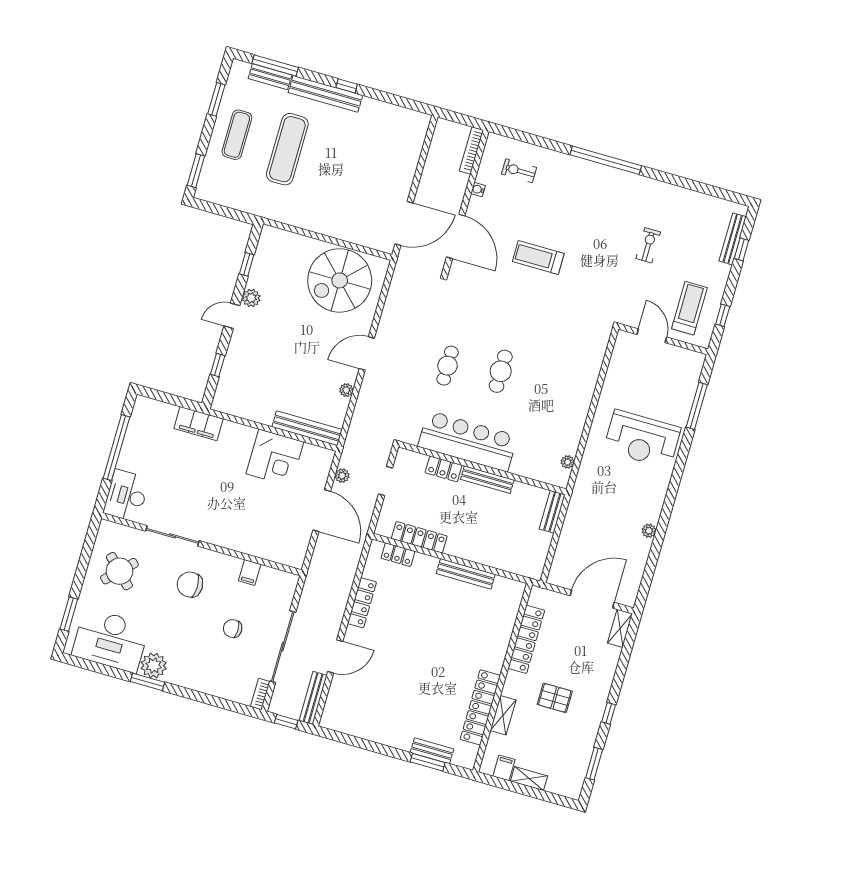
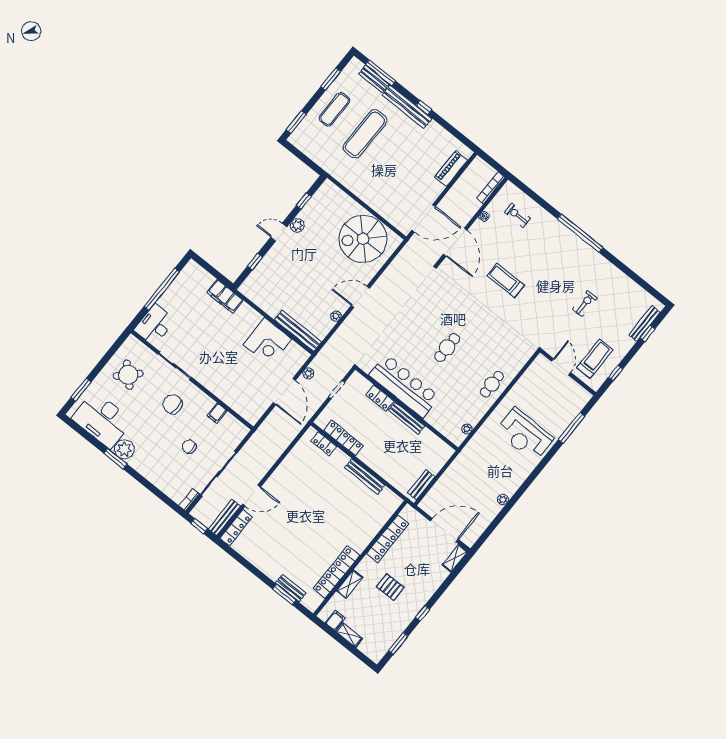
piano: (412, 147) -> (451, 169), added
cafe table: (448, 366) -> (492, 384), moved
bench: (552, 512) -> (421, 485), moved
locker: (362, 603) -> (236, 528), moved

